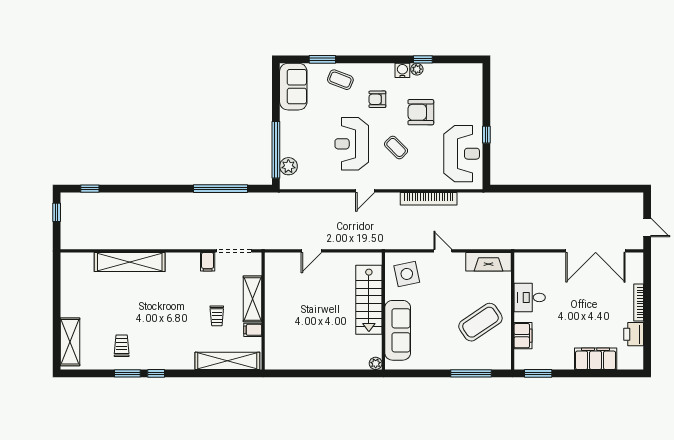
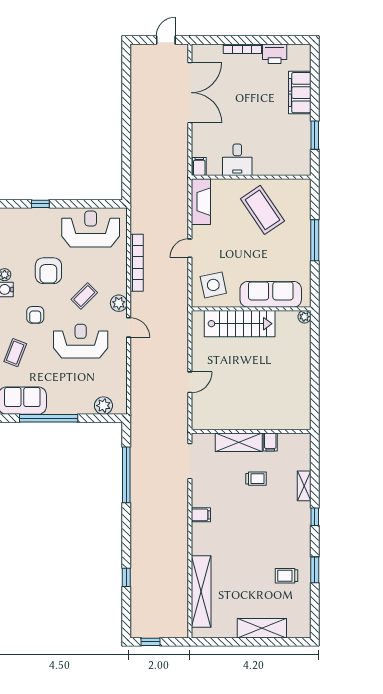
window: (486, 135) -> (40, 204), moved
reception desk: (352, 144) -> (81, 341), turned 180
window: (276, 150) -> (49, 418), moved
plant: (389, 181) -> (119, 303), added
window: (90, 189) -> (126, 577), moved
door: (311, 251) -> (190, 382), hinge flipped
shelving: (130, 262) -> (201, 592), moved
filing cabinet: (208, 262) -> (201, 515), moved
filing cabinet: (523, 336) -> (199, 167), moved, width x0.50
shelving: (70, 342) -> (262, 628), moved
shelving: (227, 361) -> (304, 486), width x0.45, depth x0.75
window: (156, 373) -> (315, 517), moved
window: (471, 373) -> (315, 240), moved
window: (538, 373) -> (315, 135), moved

